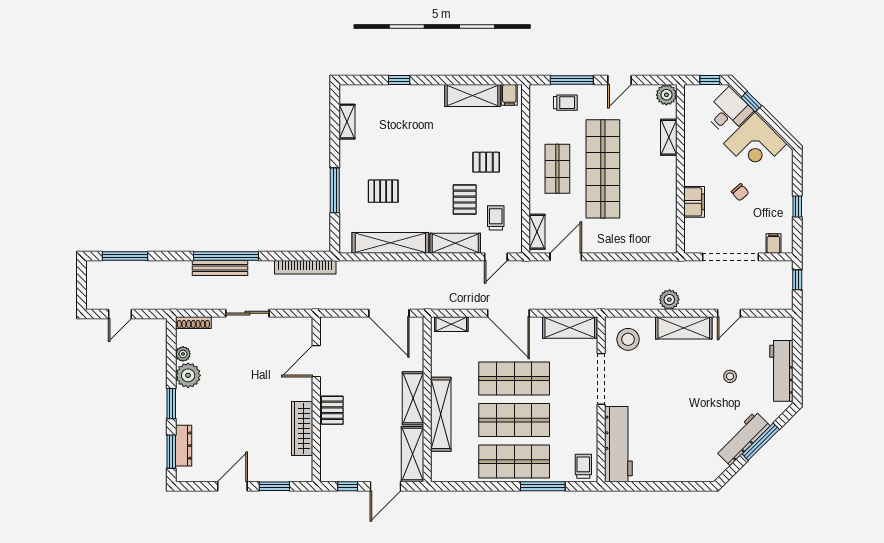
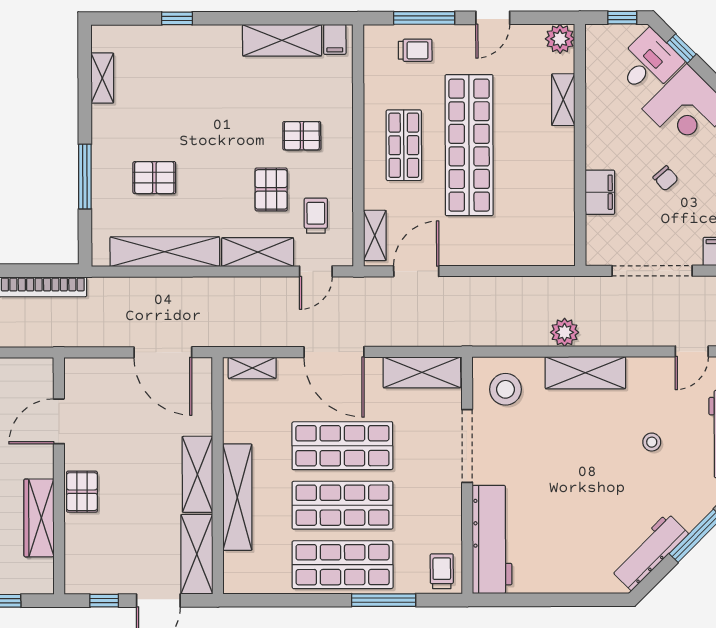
door: (729, 313) -> (692, 351), moved
workbench: (743, 438) -> (649, 552), moved

